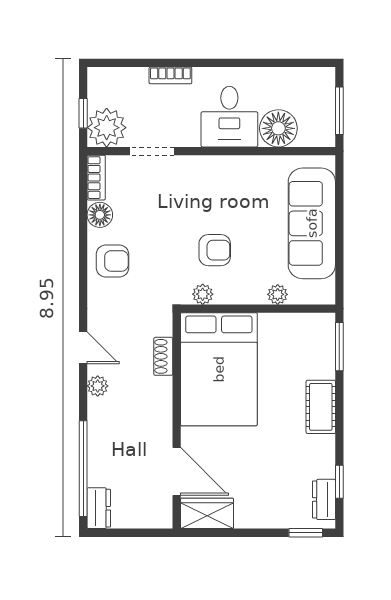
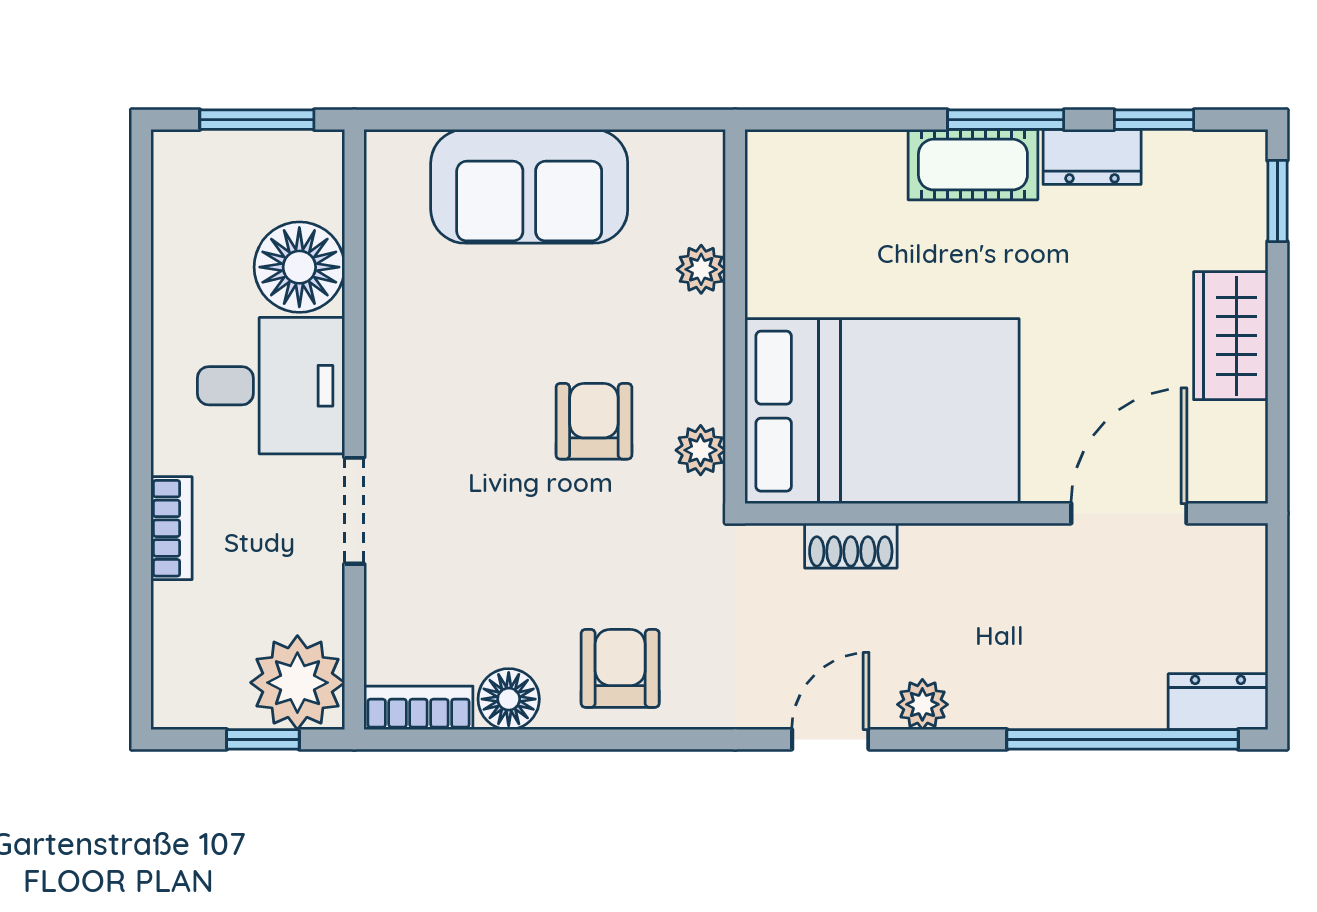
doorway: (152, 151) -> (354, 511), moved
sofa: (312, 223) -> (529, 186), width x0.73
window: (339, 347) -> (1006, 120), moved
dresser: (324, 499) -> (1092, 157), moved
wardrobe: (207, 513) -> (1231, 336), moved

